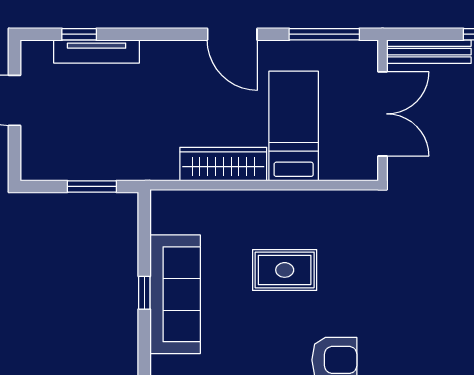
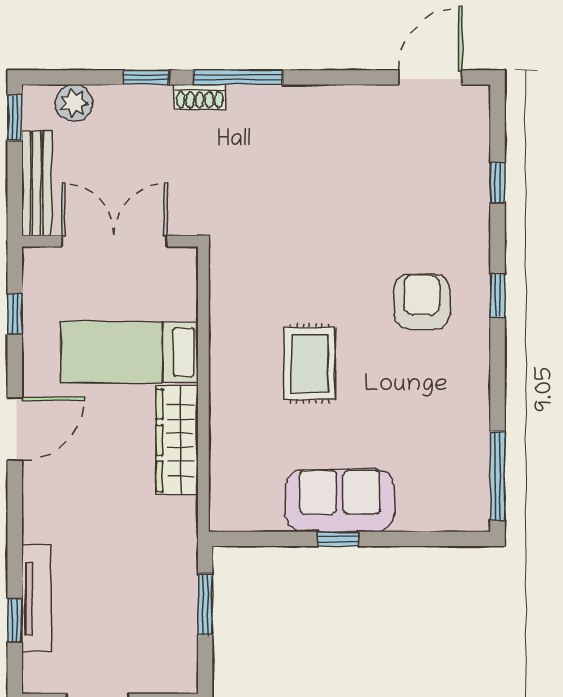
window: (324, 34) -> (15, 314), width x0.46
sofa: (175, 294) -> (340, 500), width x0.73

